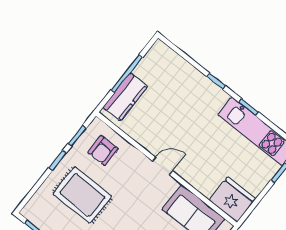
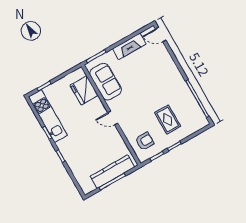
kitchen counter: (125, 97) -> (112, 172), width x1.50
rug: (82, 195) -> (168, 119), width x0.73, depth x0.70
fridge: (232, 200) -> (84, 90), moved

